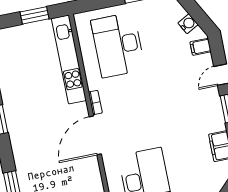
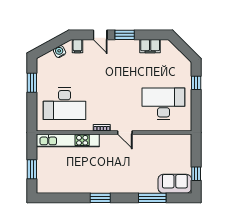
window: (35, 15) -> (32, 169), moved
door: (95, 135) -> (125, 132), width x0.53

